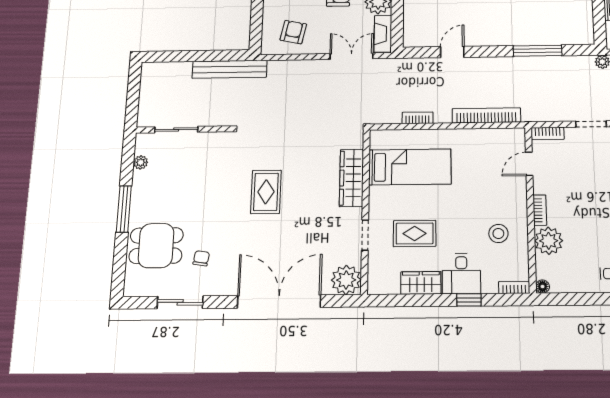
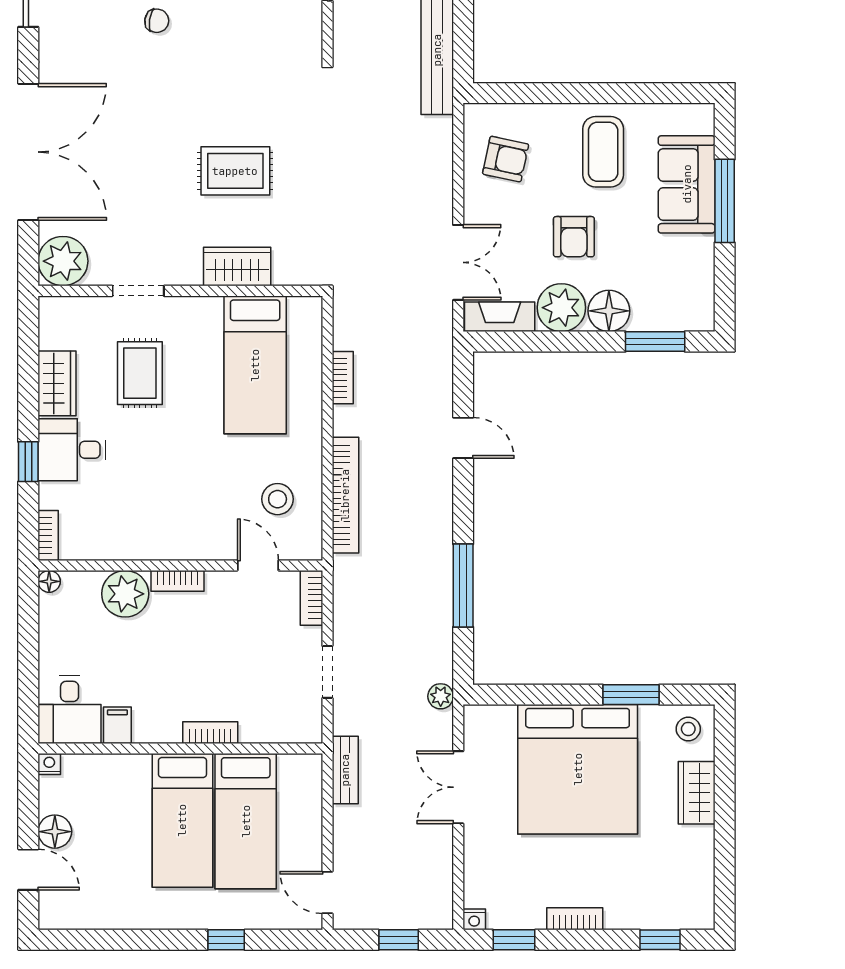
wardrobe: (351, 178) -> (237, 267), width x0.67
rug: (266, 192) -> (235, 171), moved
stool: (498, 233) -> (278, 499), moved
chair: (201, 258) -> (157, 21), moved

